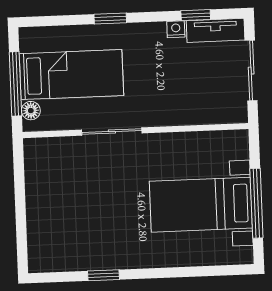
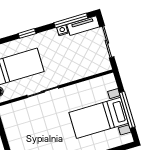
window: (196, 15) -> (71, 20), width x2.17

